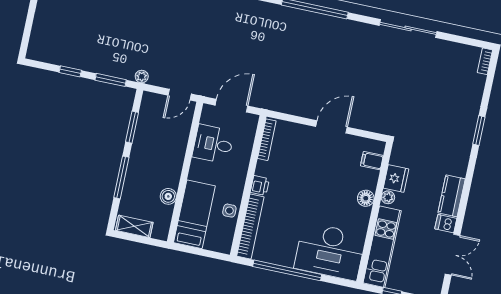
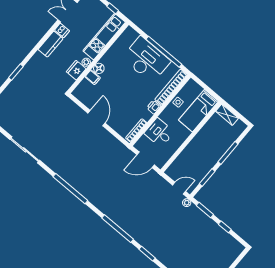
door: (180, 95) -> (179, 188), moved
door: (331, 127) -> (96, 118), swing flipped
desk: (213, 144) -> (159, 133), moved, turned 180
filing cabinet: (372, 161) -> (93, 77), moved
boiler: (168, 196) -> (208, 128), removed
shelving: (134, 226) -> (227, 115), moved
desk: (330, 251) -> (146, 60), moved

